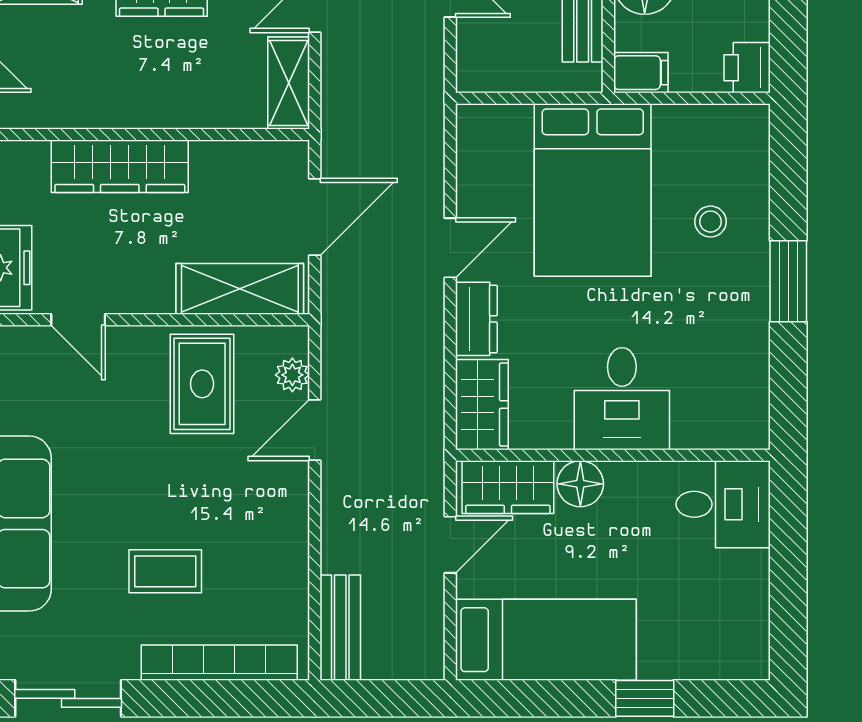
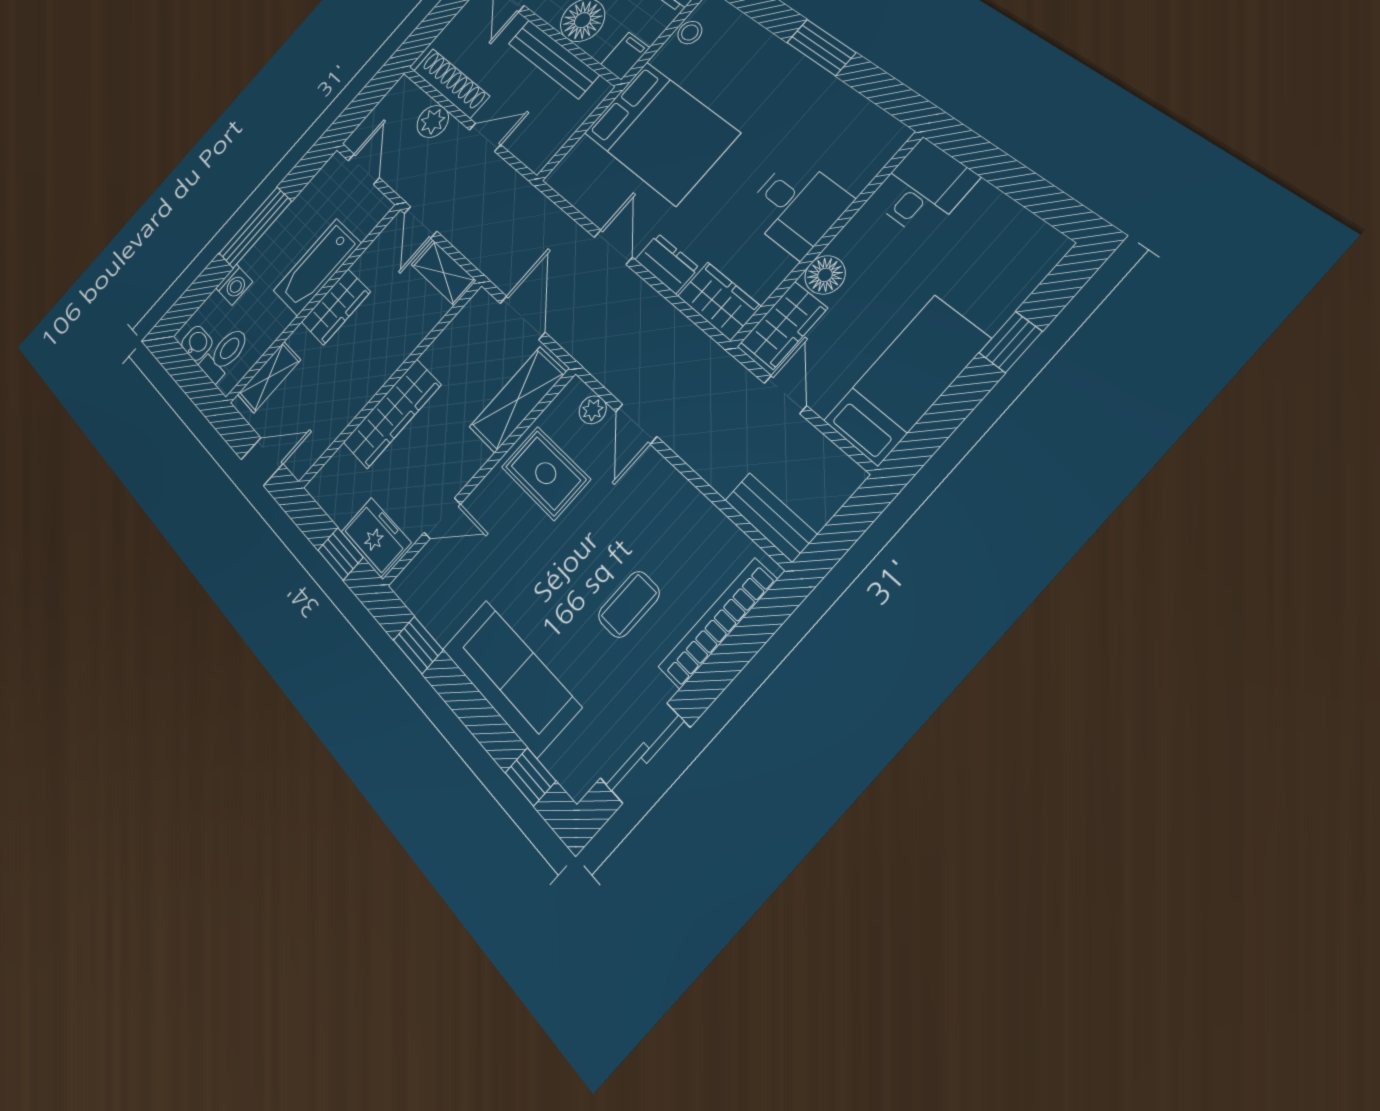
stool: (710, 222) -> (690, 33), moved

